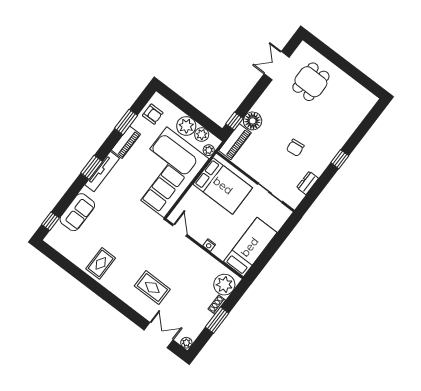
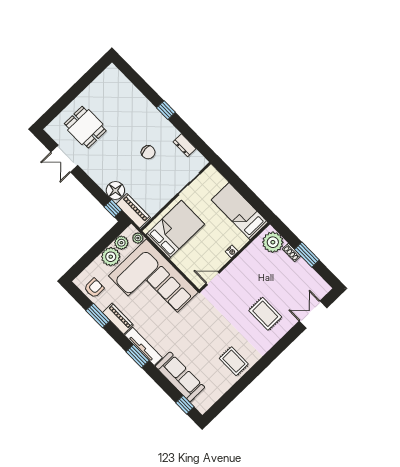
sofa: (77, 212) -> (180, 377), width x1.36
rug: (152, 288) -> (265, 314), turned 90
plant: (186, 343) -> (325, 288), removed

